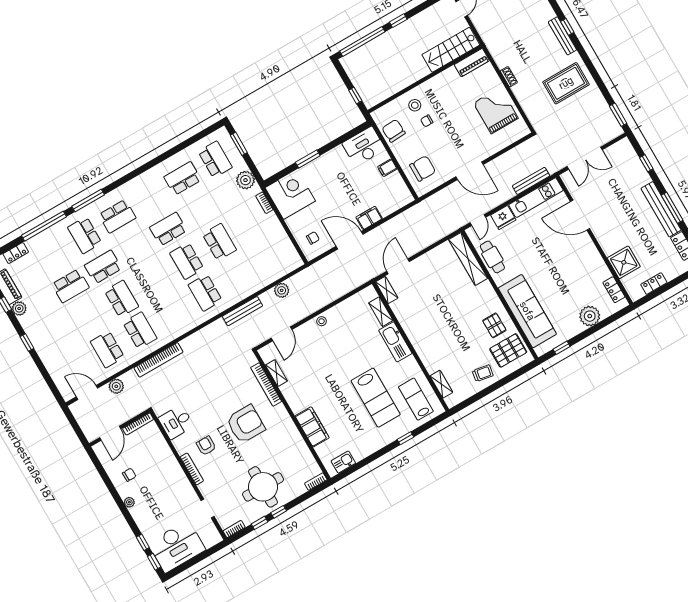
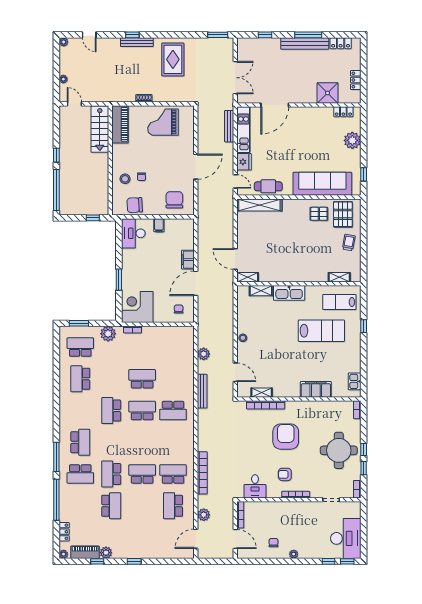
piano: (472, 63) -> (120, 124), width x1.37, depth x1.33
school desk: (187, 261) -> (142, 411), turned 180
school desk: (107, 349) -> (173, 506), turned 90

